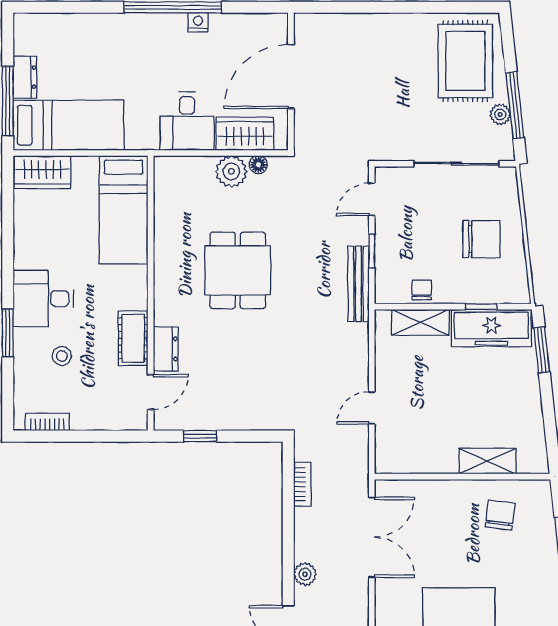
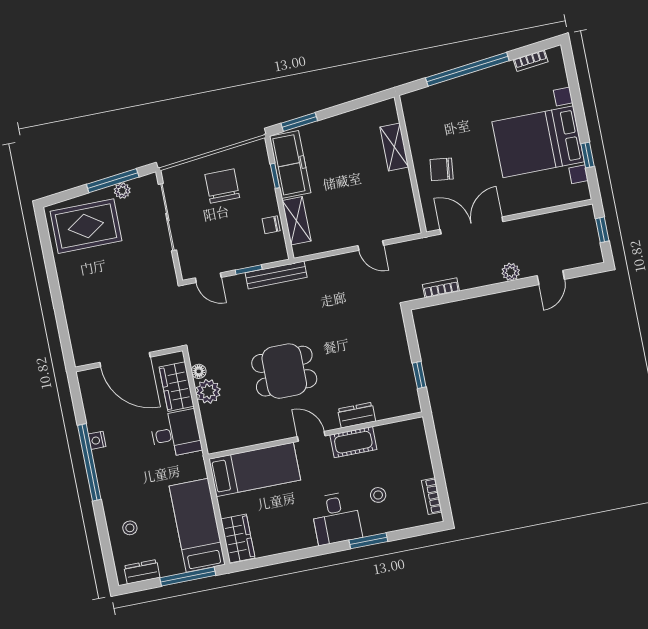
stool: (82, 41) -> (130, 528), added
dresser: (25, 77) -> (142, 572), moved
door: (151, 392) -> (311, 436), moved
chair: (500, 515) -> (442, 169), moved

